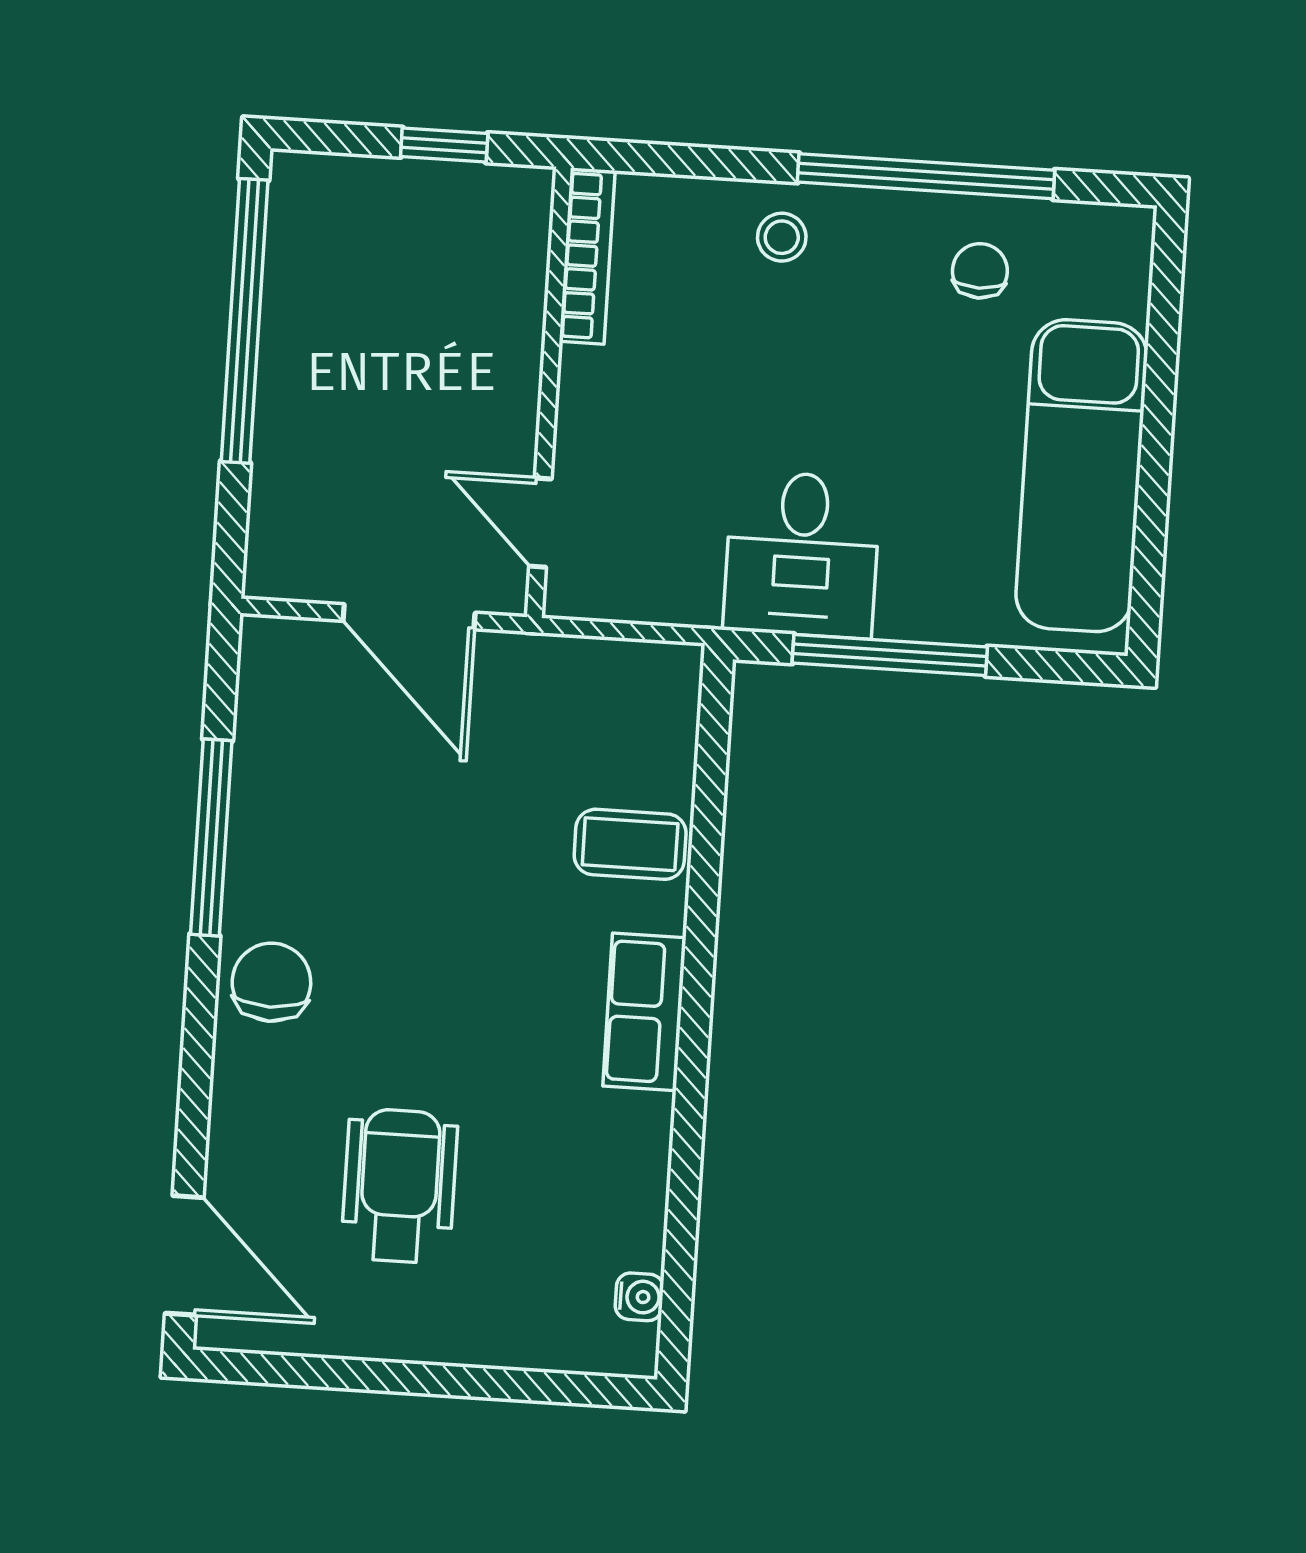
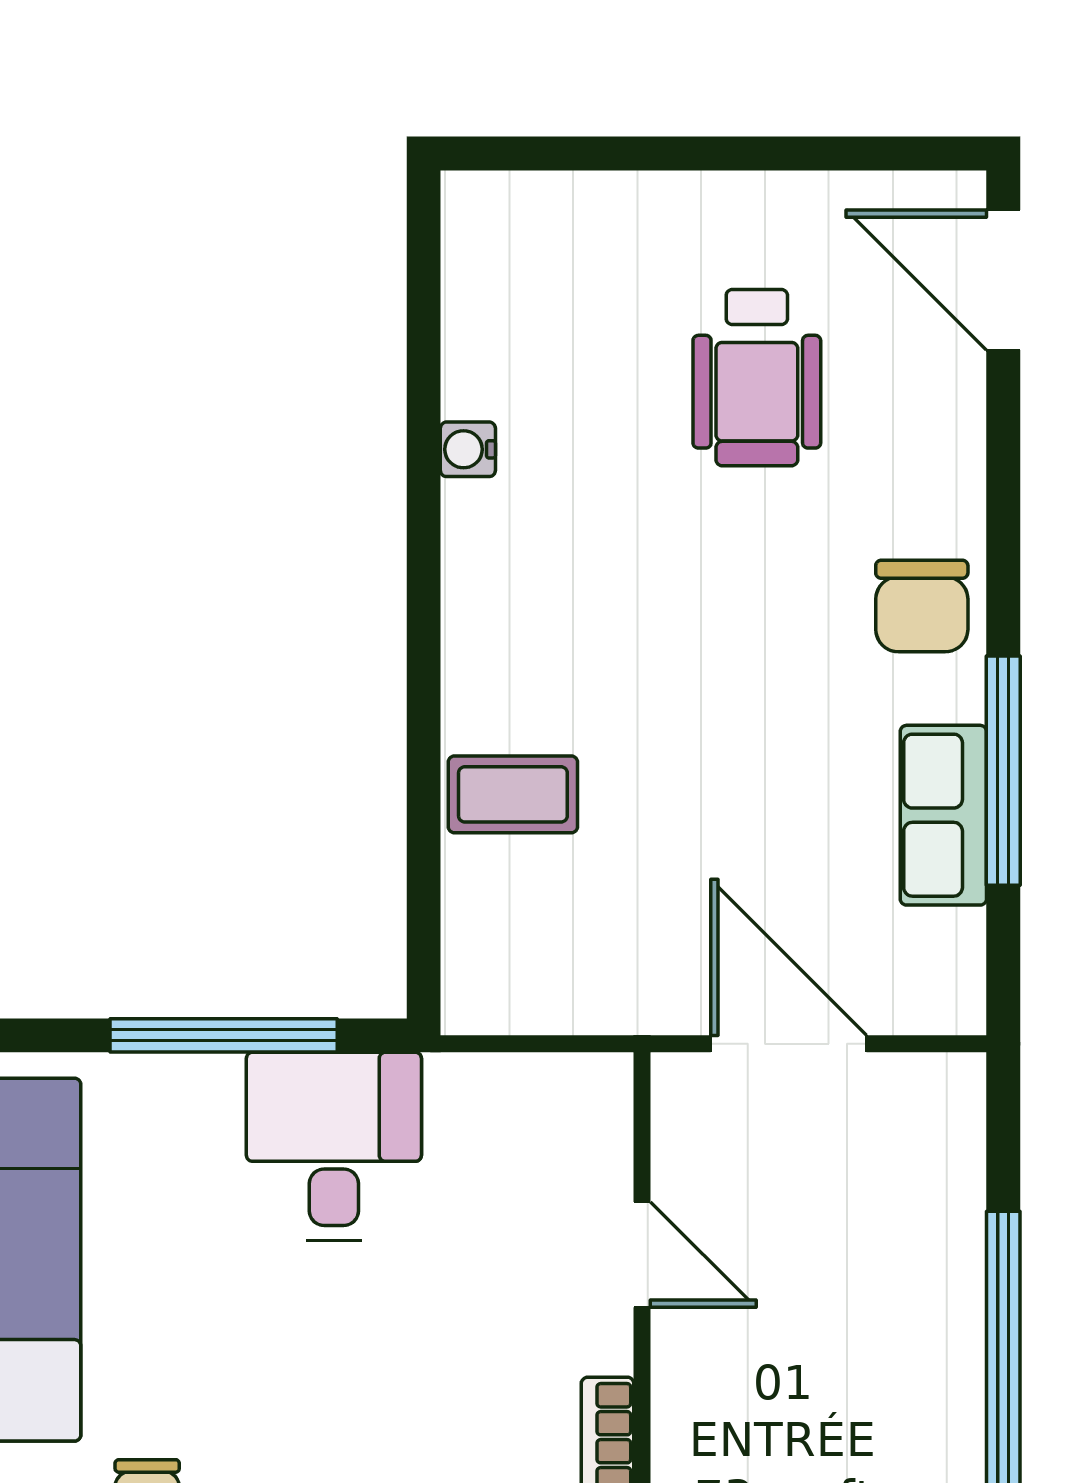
door: (540, 523) -> (642, 1255), moved
row of seats: (644, 1012) -> (943, 815), moved, turned 180
water cooler: (639, 1297) -> (468, 449), moved

